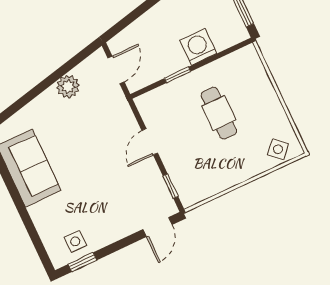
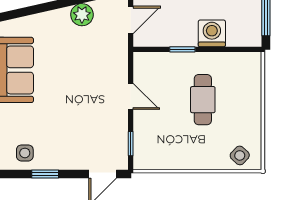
door: (150, 142) -> (131, 96), swing flipped
window: (82, 262) -> (45, 174), moved

